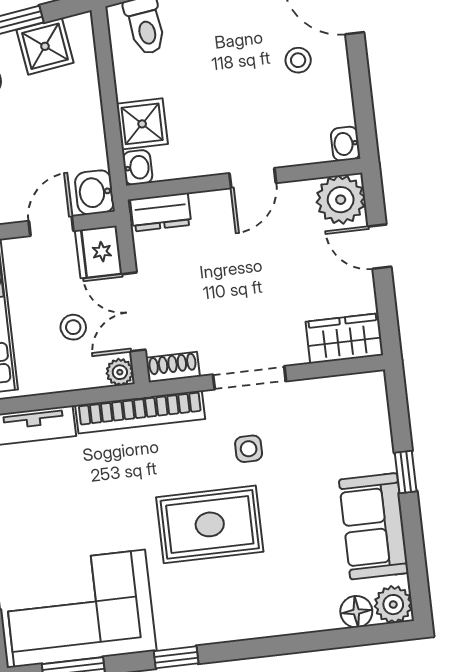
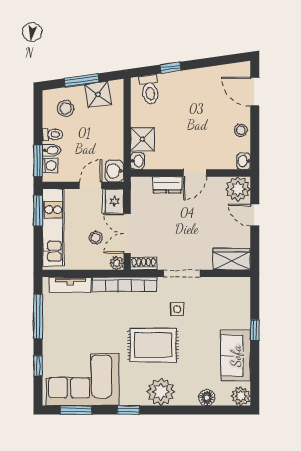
stool: (298, 60) -> (241, 130), moved
dresser: (161, 212) -> (167, 185), moved
floor lamp: (356, 612) -> (207, 398), moved
plant: (236, 614) -> (161, 392), added

